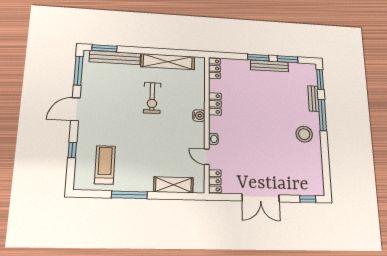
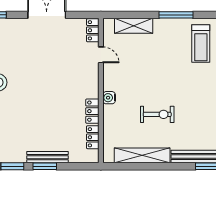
bench: (269, 66) -> (47, 157), moved
locker: (214, 68) -> (93, 137), moved
exercise bike: (152, 98) -> (157, 114), turned 90
washbasin: (213, 139) -> (94, 74), removed

